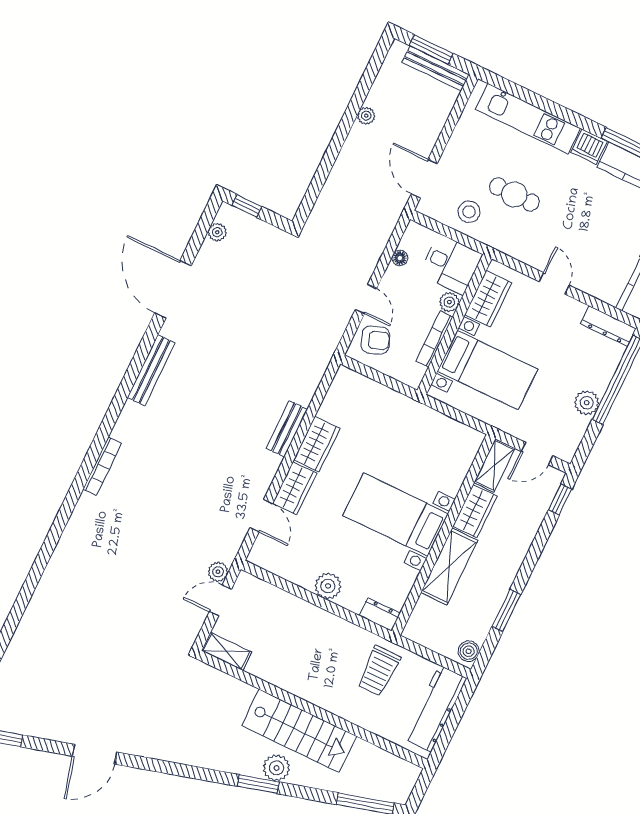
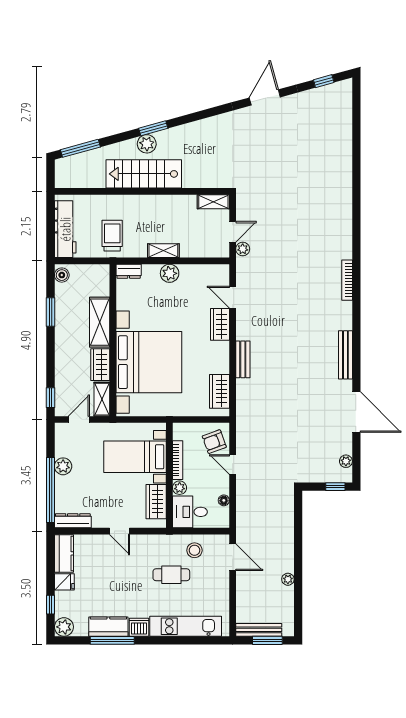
wardrobe: (317, 444) -> (219, 391), moved
bed with nightstands: (396, 515) -> (149, 362), width x1.85
shelving: (322, 619) -> (163, 251), added

